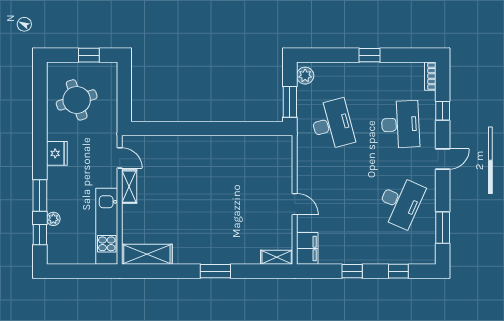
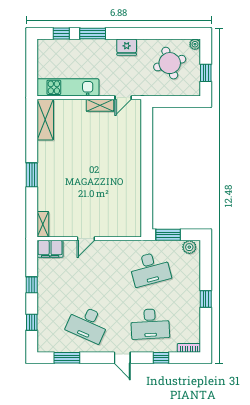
plant: (53, 219) -> (195, 44), moved

